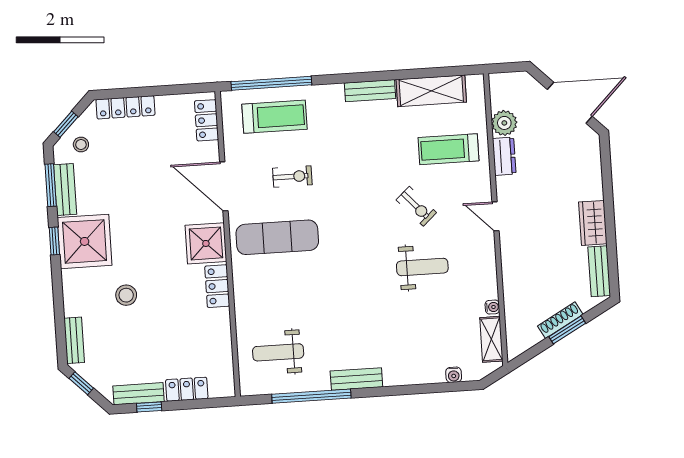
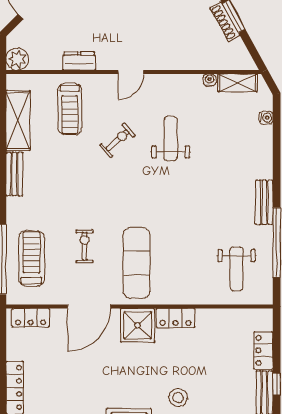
plant: (504, 123) -> (17, 59), moved

